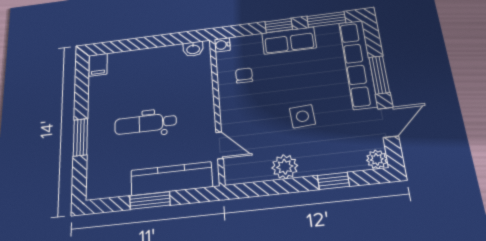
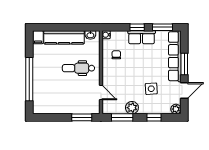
side table: (302, 116) -> (151, 89), moved
dental chair: (145, 124) -> (78, 68), moved
window: (80, 137) -> (29, 79), width x2.11
kitchen counter: (171, 179) -> (64, 37), moved, turned 180
window: (266, 188) -> (122, 117), added
window: (150, 201) -> (82, 117), moved

